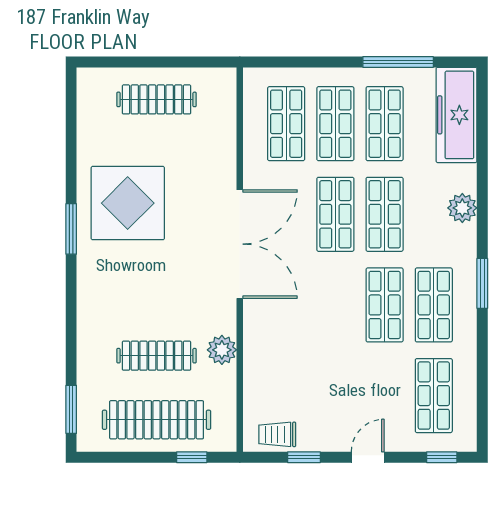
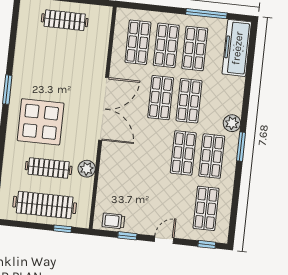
display table: (128, 203) -> (41, 122), moved
plant: (462, 208) -> (232, 123), moved

